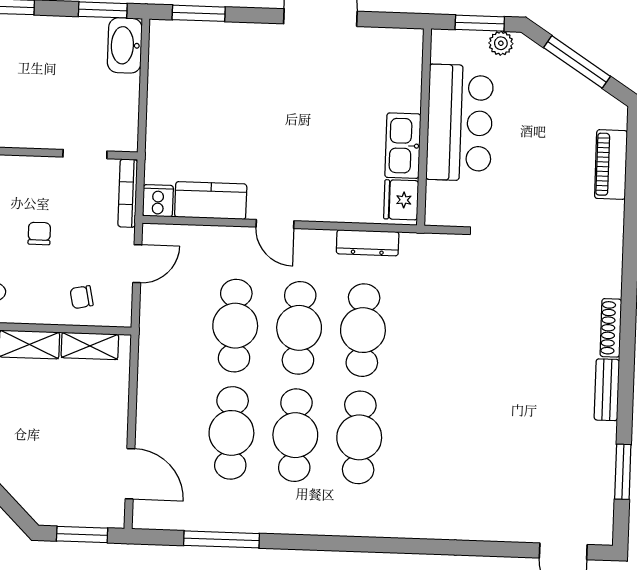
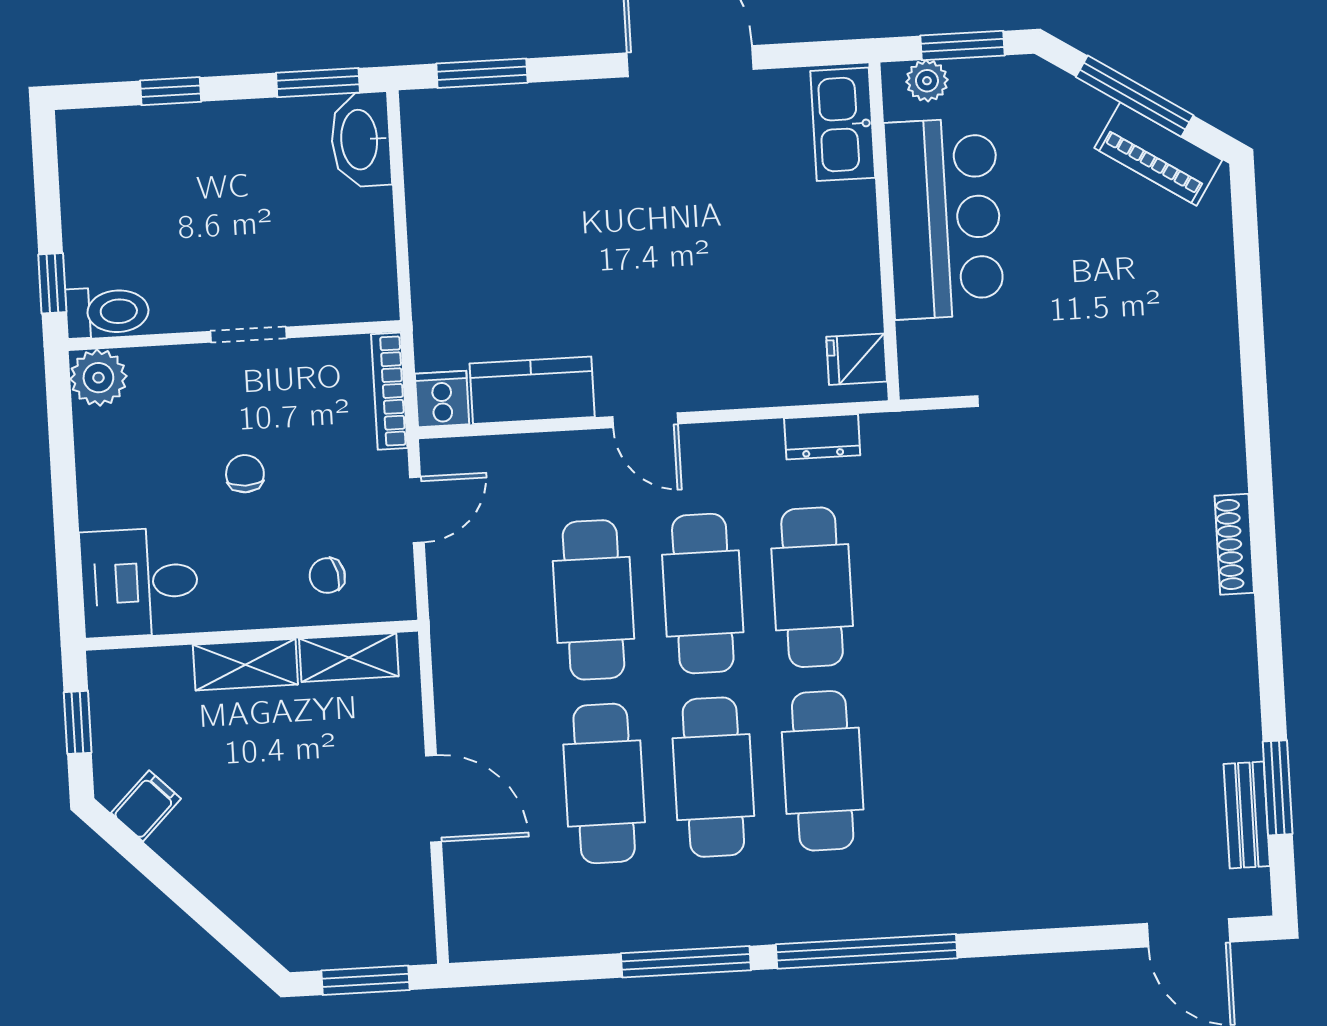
plant: (501, 43) -> (927, 81), moved
kitchen sink: (403, 146) -> (843, 124), moved
doorway: (85, 154) -> (248, 335), moved
piano: (611, 165) -> (1158, 154), moved, turned -57
fridge: (401, 200) -> (857, 359), width x0.72
dresser: (368, 243) -> (822, 437), width x0.70
bench: (607, 390) -> (1247, 815), moved
door: (130, 474) -> (434, 799), moved
window: (222, 539) -> (686, 962), moved
window: (375, 545) -> (867, 951), added

